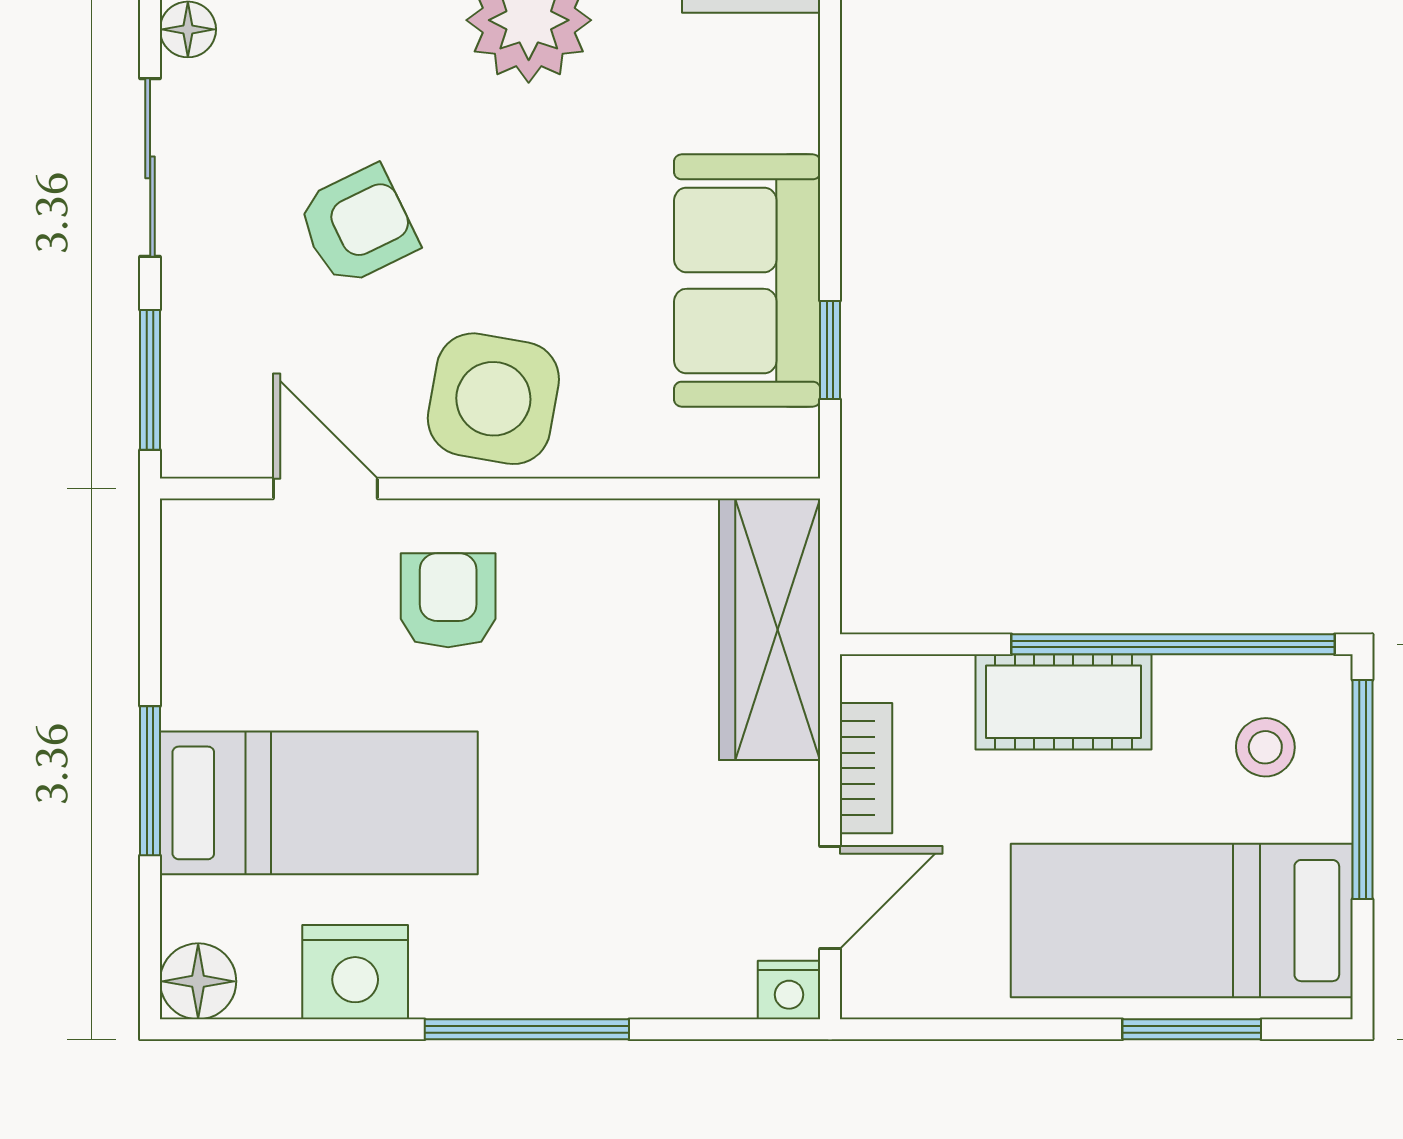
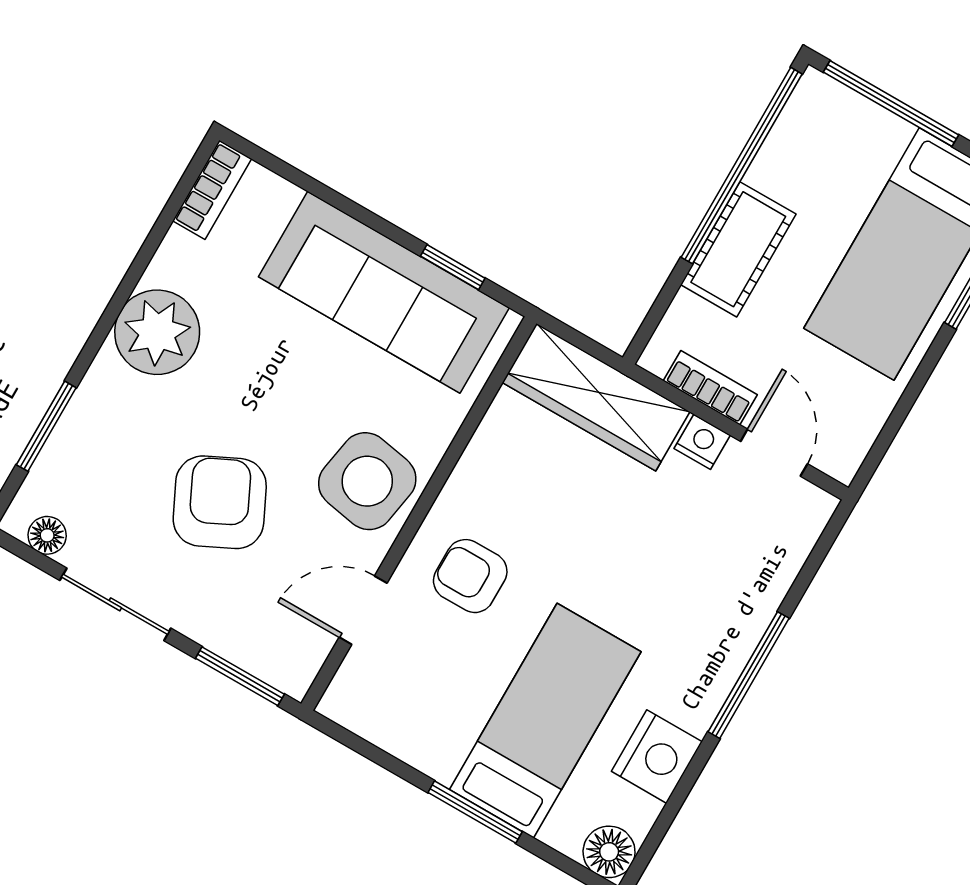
armchair: (357, 226) -> (220, 502), width x1.38, depth x1.38
sofa: (747, 281) -> (384, 292), width x1.36
stool: (1265, 747) -> (833, 146), removed
nightstand: (789, 990) -> (702, 442), moved, turned -90

